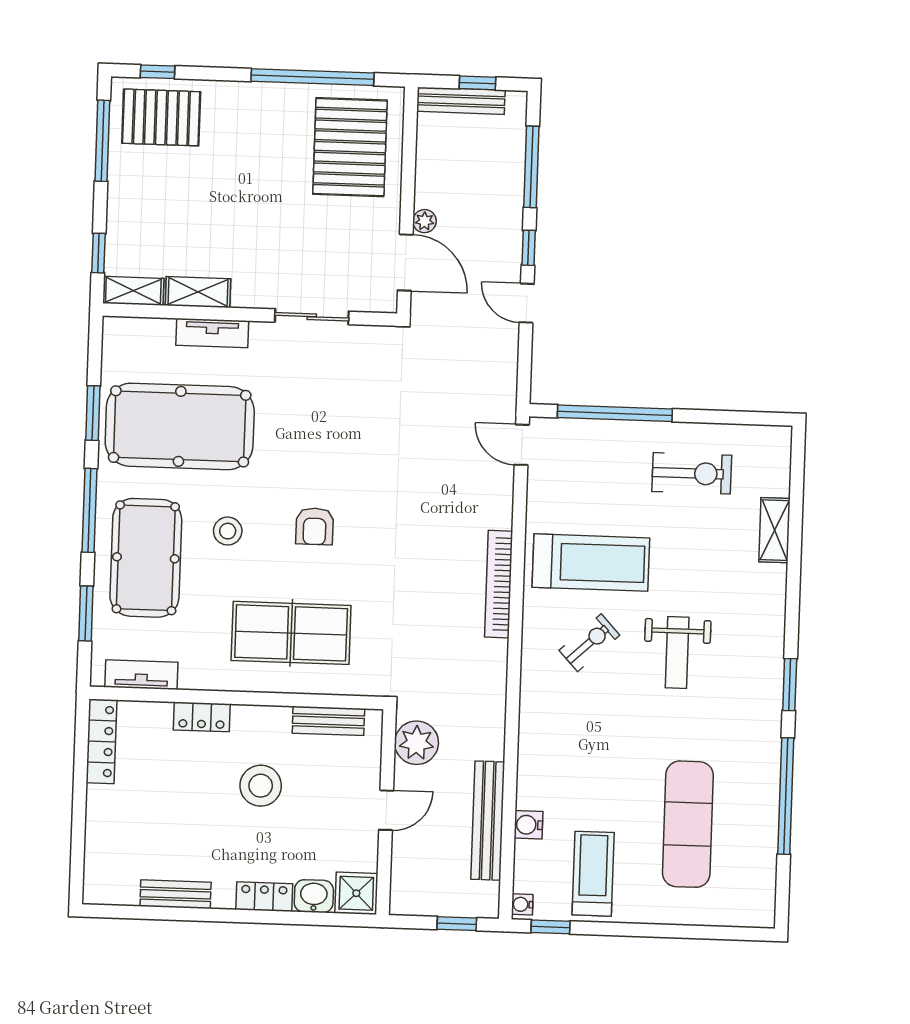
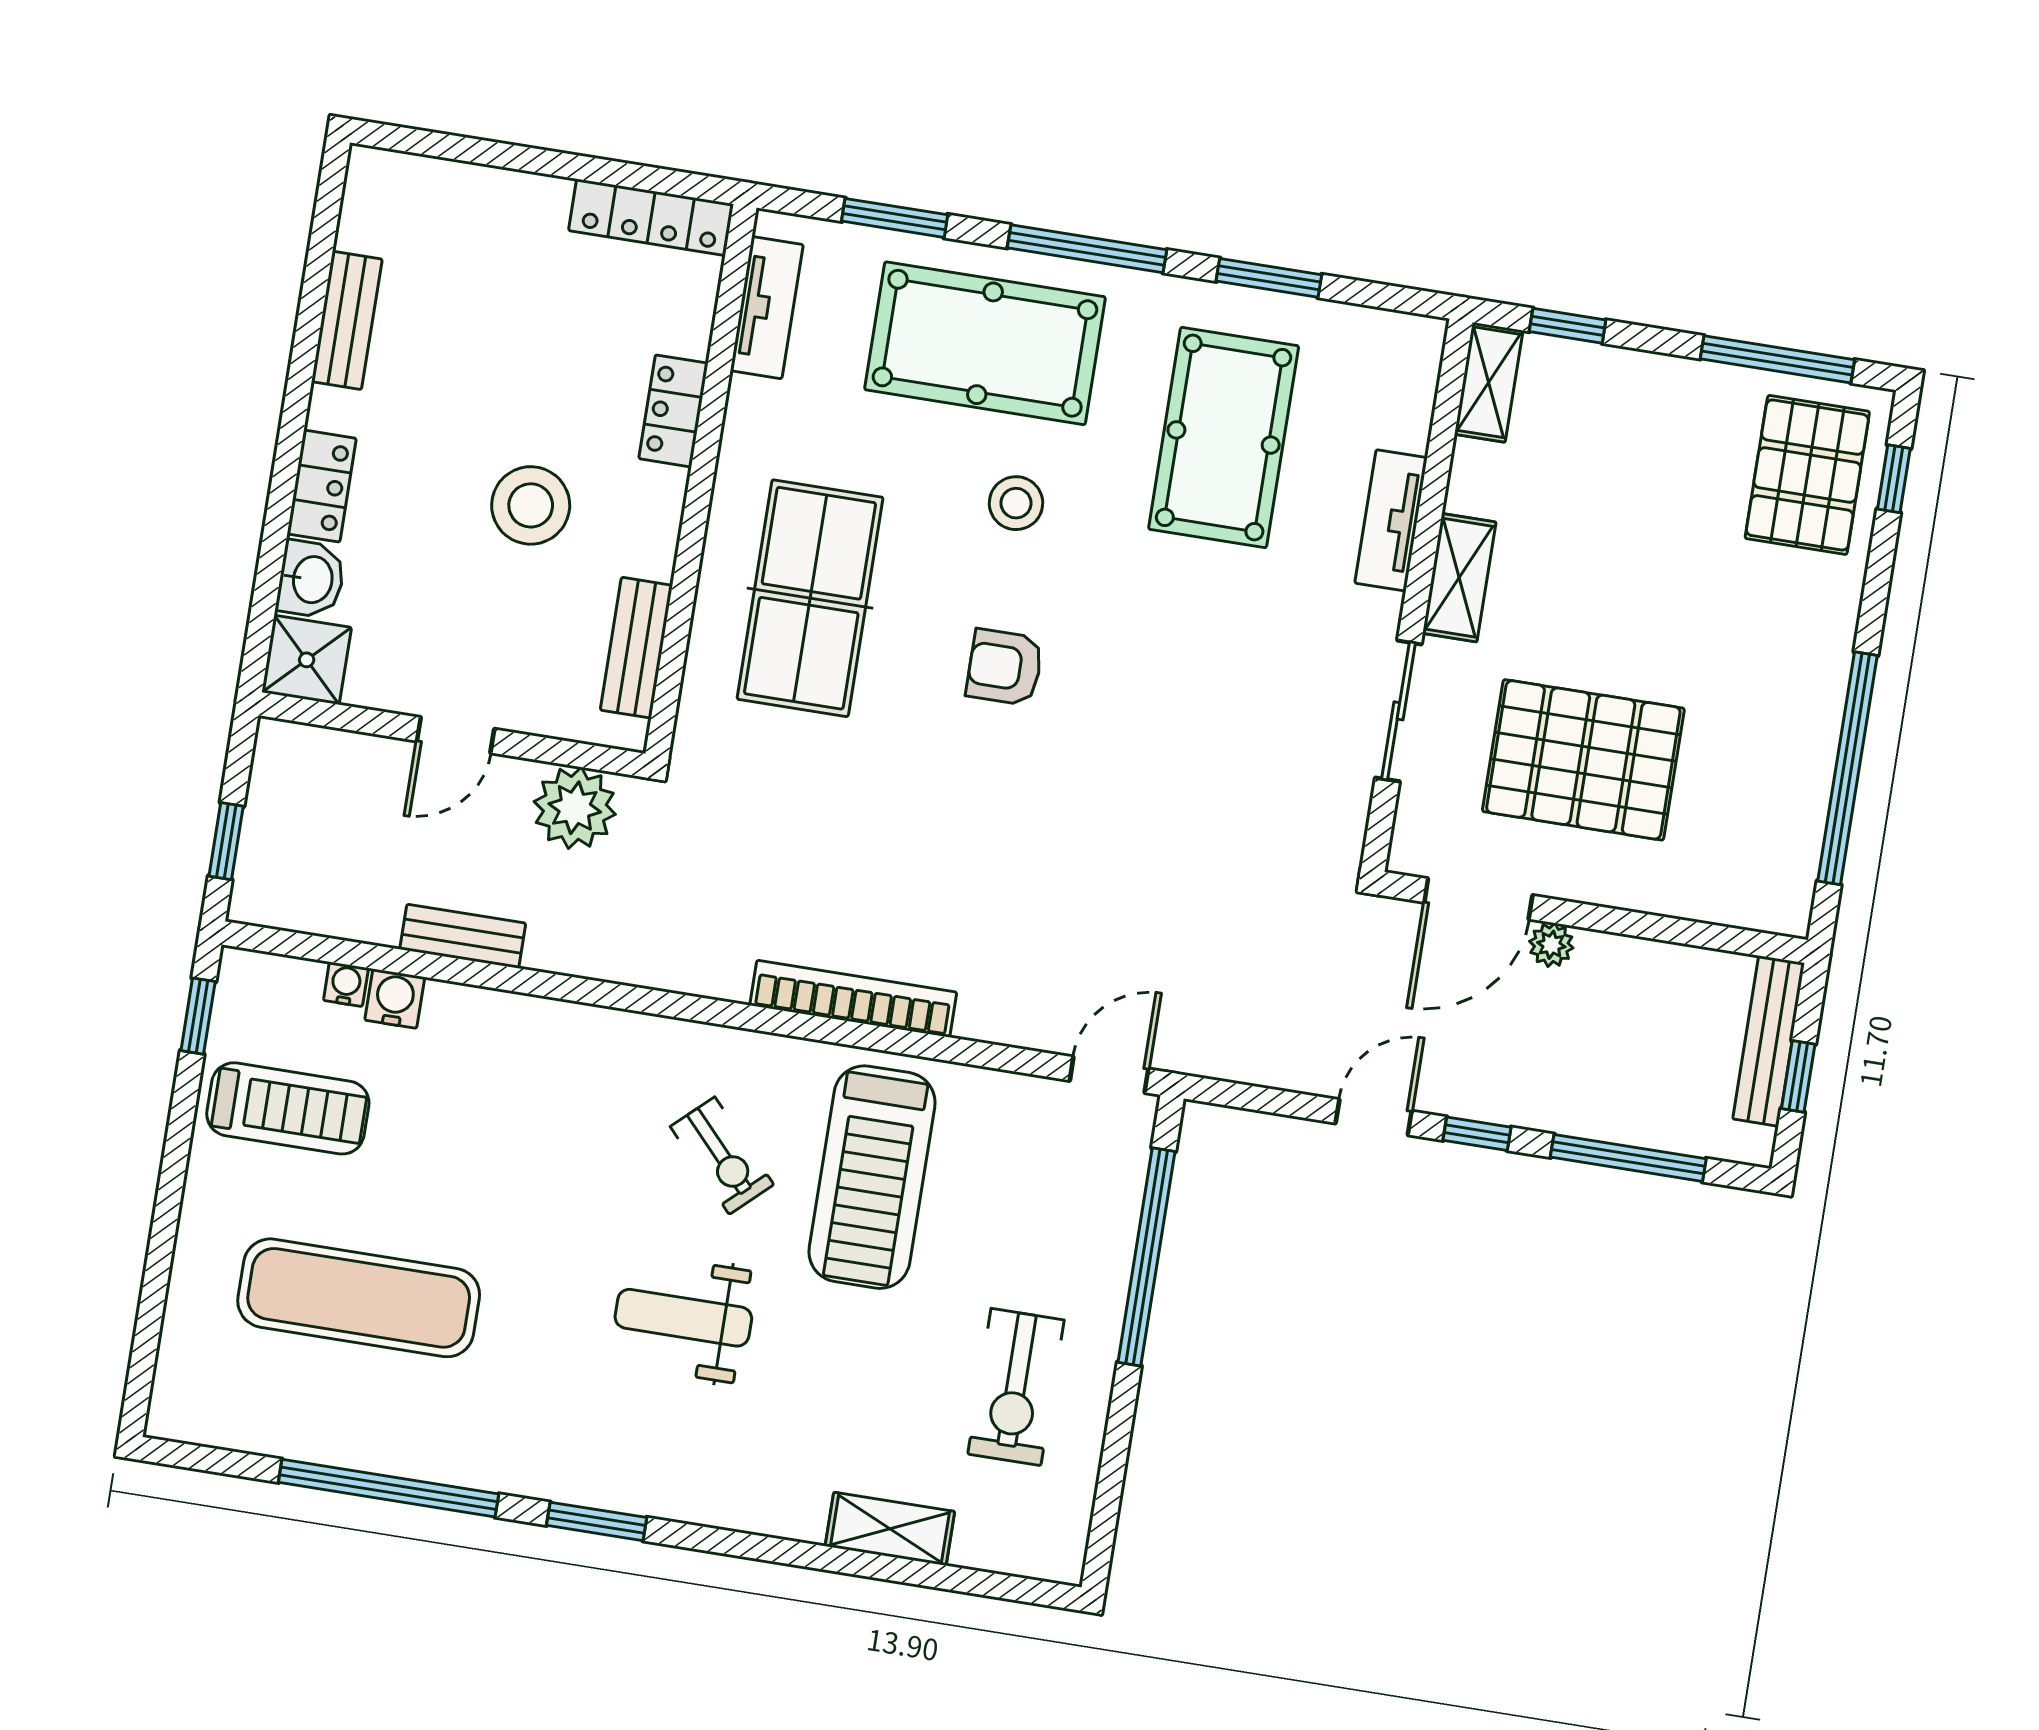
pallet: (350, 147) -> (1583, 760), moved
shelving: (198, 292) -> (1459, 578), moved
pool table: (180, 426) -> (1224, 437), width x0.73, depth x0.76
door: (386, 810) -> (455, 735), hinge flipped
bench: (488, 821) -> (463, 936), width x0.54, depth x0.82
water cooler: (522, 904) -> (346, 984), moved

